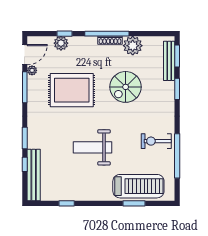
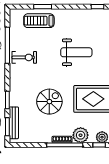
plant: (133, 46) -> (81, 135), moved
treadmill: (138, 186) -> (39, 21), width x0.73, depth x0.73

